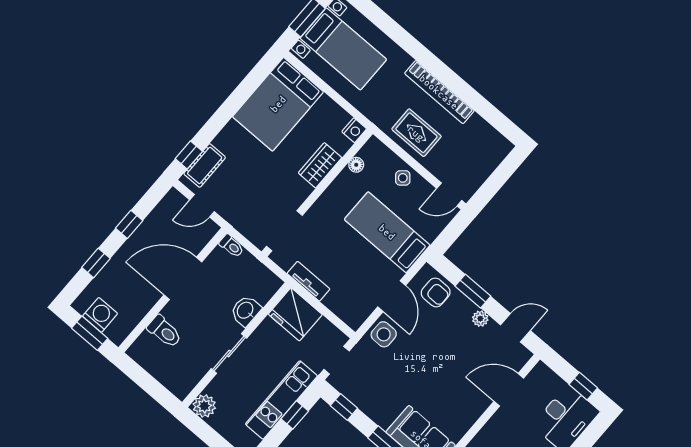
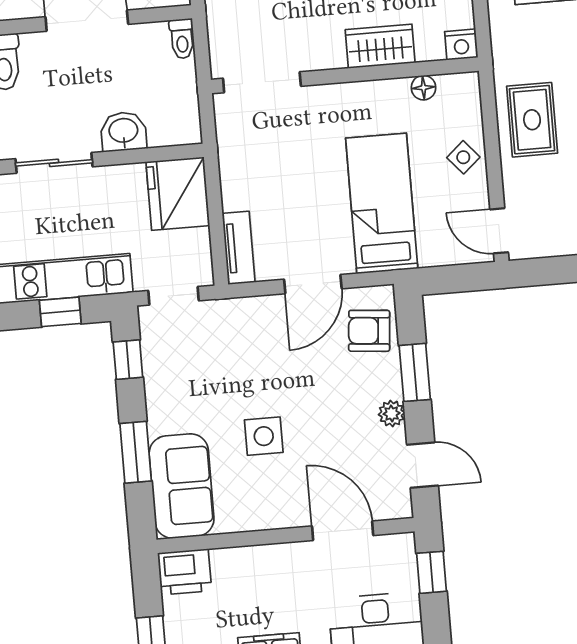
tv unit: (308, 281) -> (239, 248), moved
armchair: (436, 292) -> (369, 331), turned 95
side table: (384, 334) -> (264, 436), moved
window: (583, 386) -> (432, 572), moved

